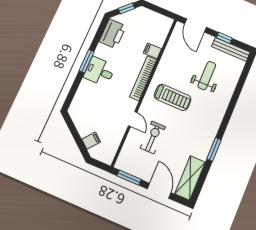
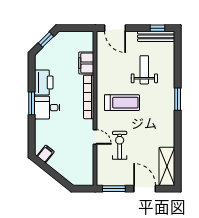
printer: (113, 34) -> (44, 82), moved
window: (224, 38) -> (158, 28), moved
filing cabinet: (152, 51) -> (86, 63), width x2.00
filing cabinet: (91, 141) -> (46, 154), moved
window: (214, 149) -> (178, 99), moved

